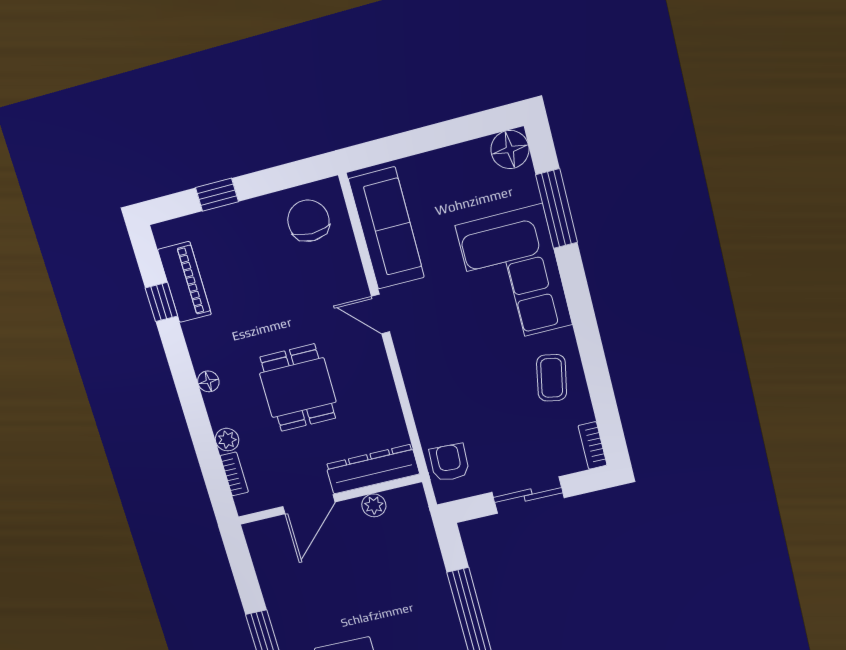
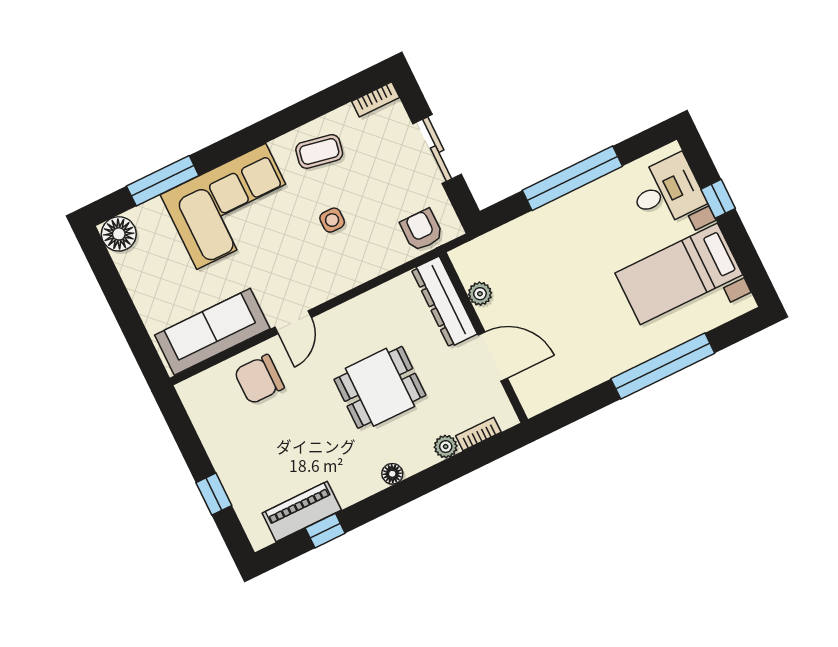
chair: (308, 221) -> (259, 379), moved
side table: (478, 376) -> (332, 220), added
armchair: (449, 463) -> (422, 230), turned 87

